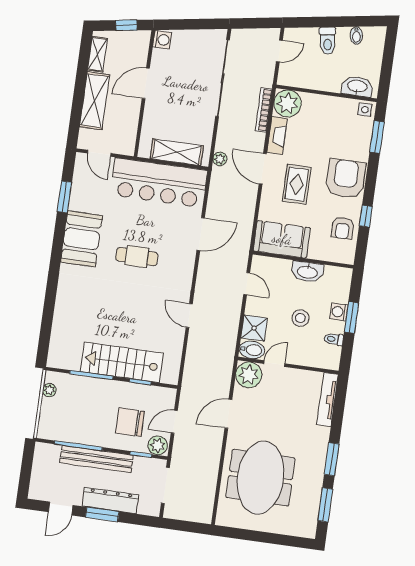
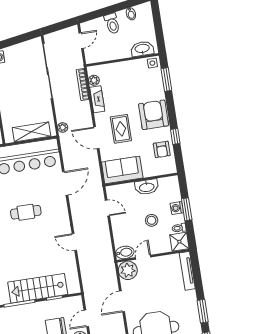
plant: (288, 103) -> (94, 80), width x0.53, depth x0.53
door: (263, 169) -> (96, 138), moved
shower: (254, 328) -> (179, 242), moved

